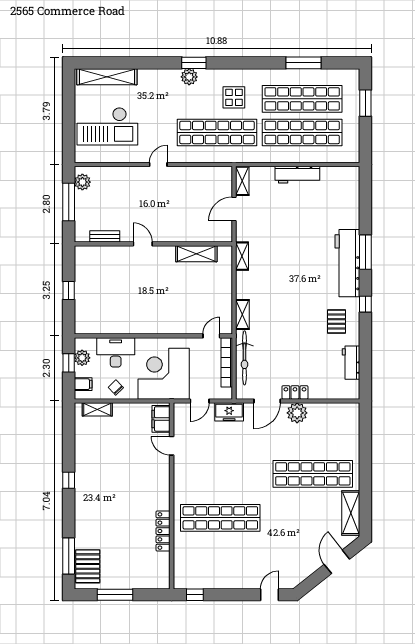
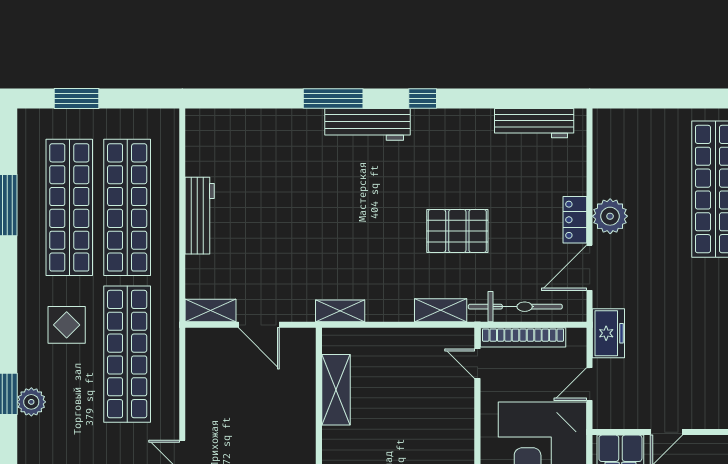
workbench: (347, 263) -> (368, 124), width x0.73, depth x0.76
pallet: (336, 322) -> (457, 231), moved, width x1.50, depth x1.42
workbench: (351, 363) -> (534, 123), width x1.38
door: (200, 401) -> (590, 384), swing flipped
door: (267, 401) -> (590, 268), swing flipped

